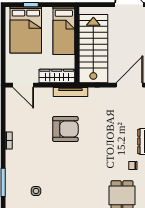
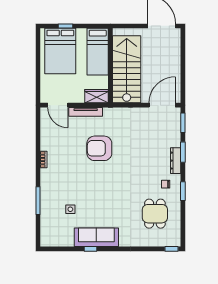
wardrobe: (57, 76) -> (97, 96), width x0.67
tv unit: (71, 92) -> (86, 112), moved
armchair: (65, 129) -> (99, 148), turned 180

